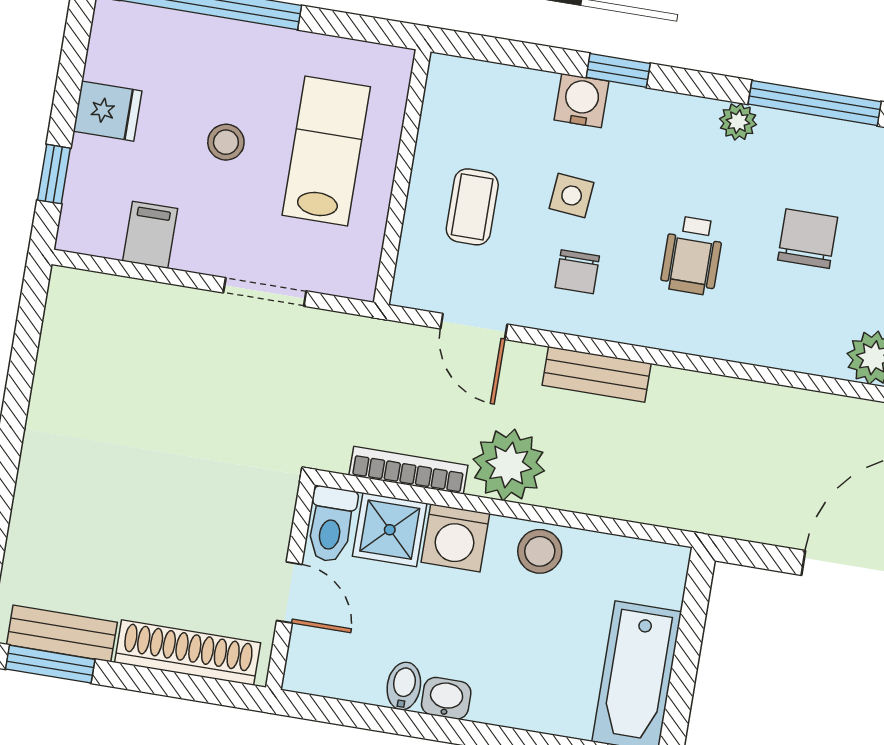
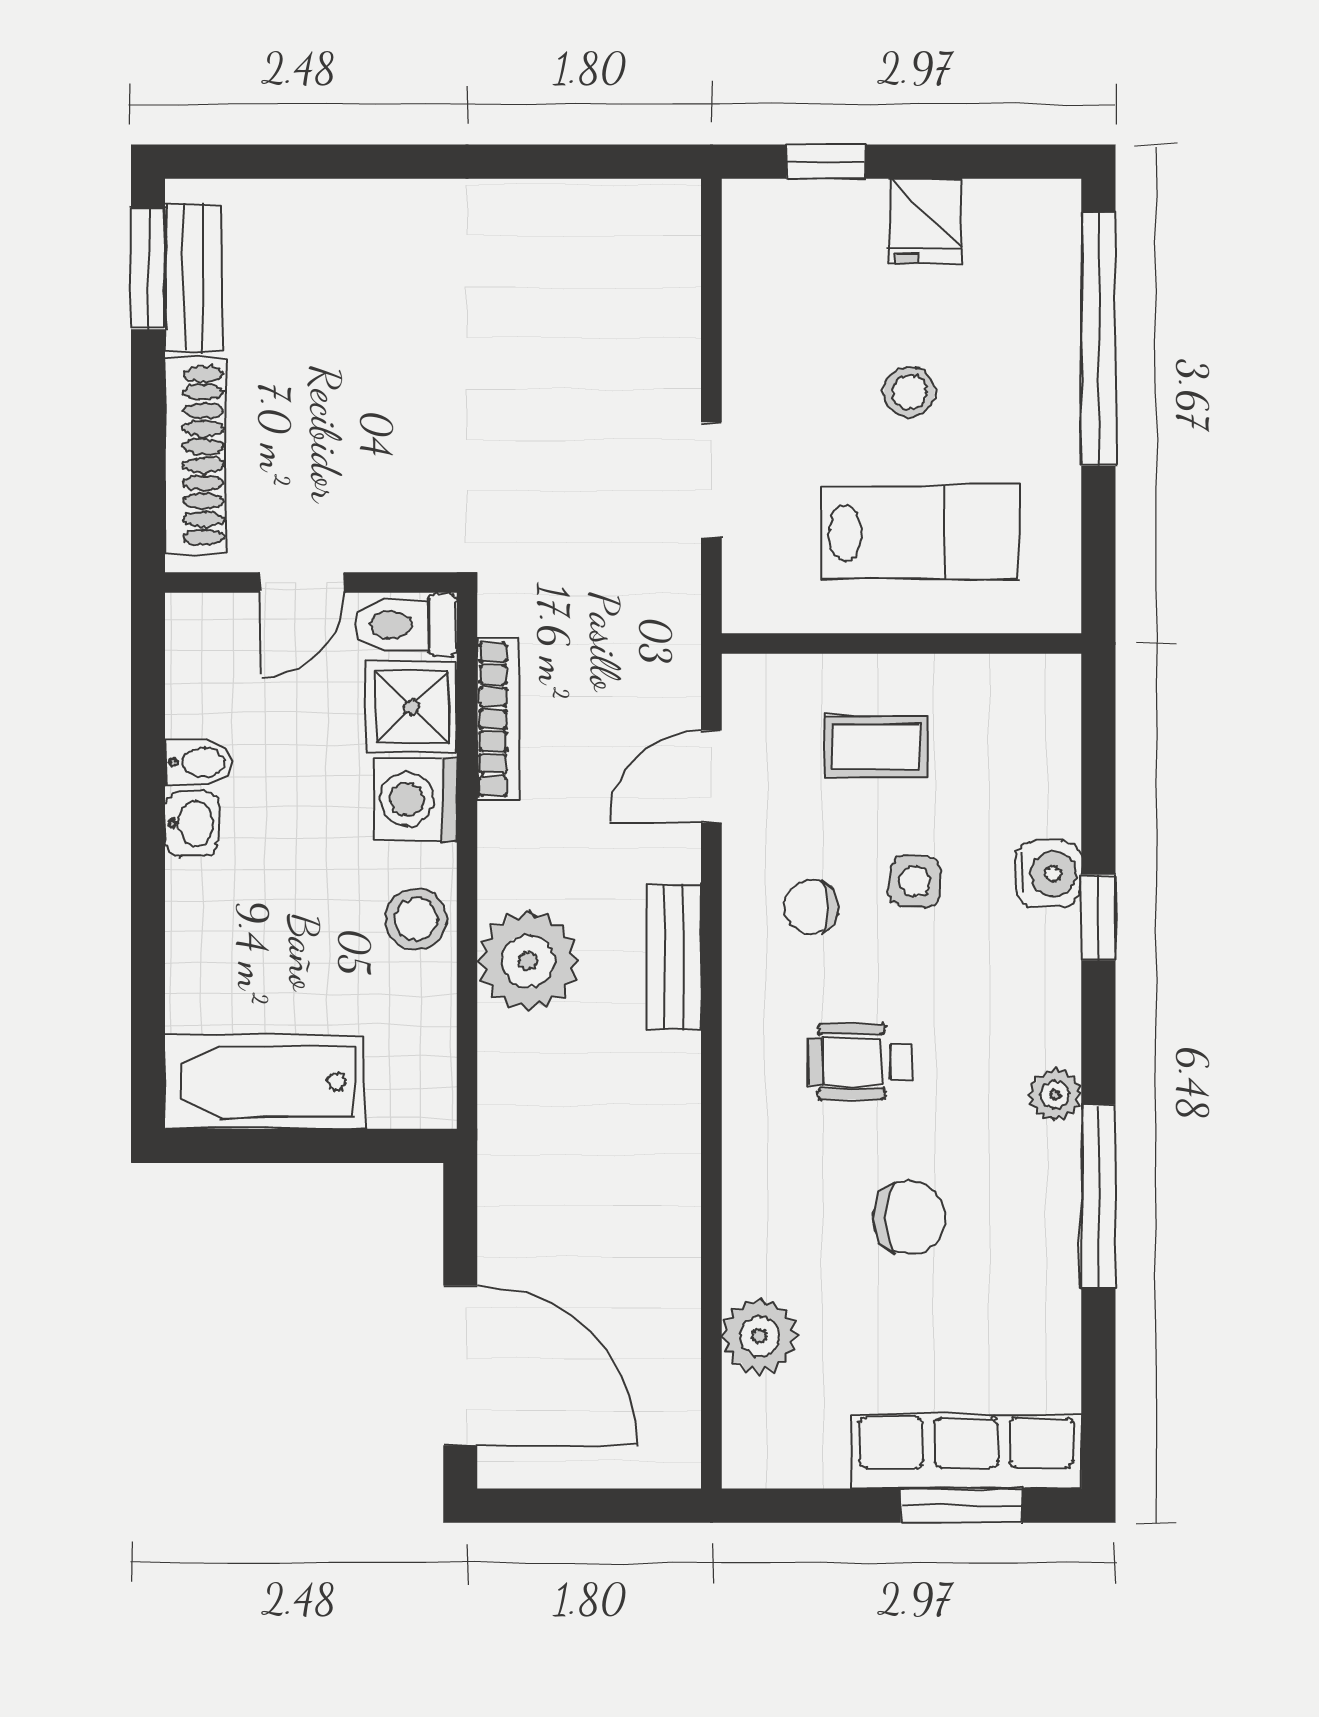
filing cabinet: (150, 235) -> (764, 309), removed
plant: (509, 465) -> (528, 961), moved

